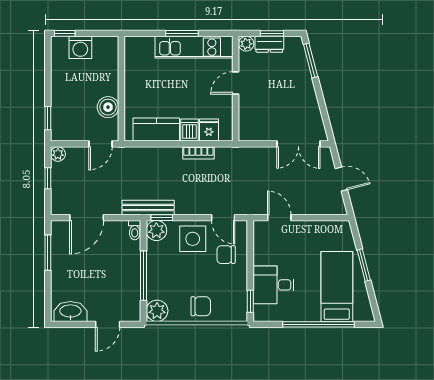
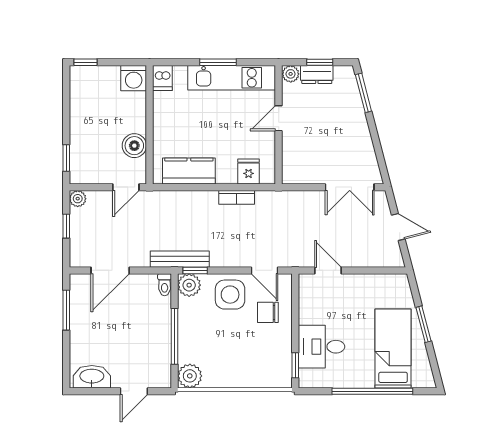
washing machine: (80, 47) -> (134, 78), moved
dishwasher: (190, 130) -> (162, 78), moved, turned 180
chair: (201, 306) -> (239, 371), removed

